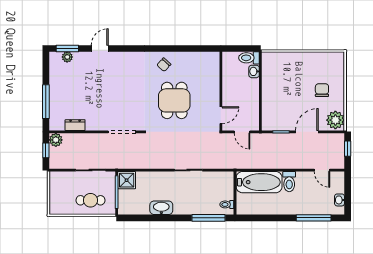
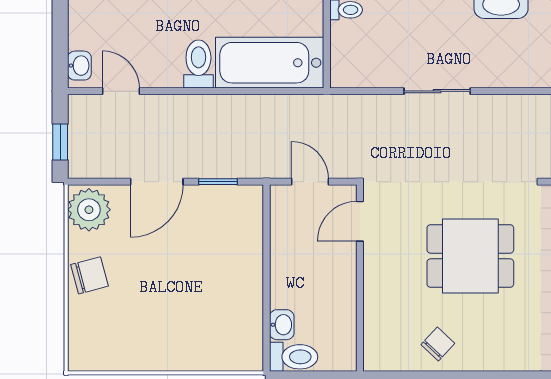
chair: (164, 65) -> (438, 344), moved
chair: (322, 90) -> (89, 275), moved, turned -105
dining table: (174, 100) -> (470, 256), turned 90
washbasin: (340, 200) -> (79, 66), moved

